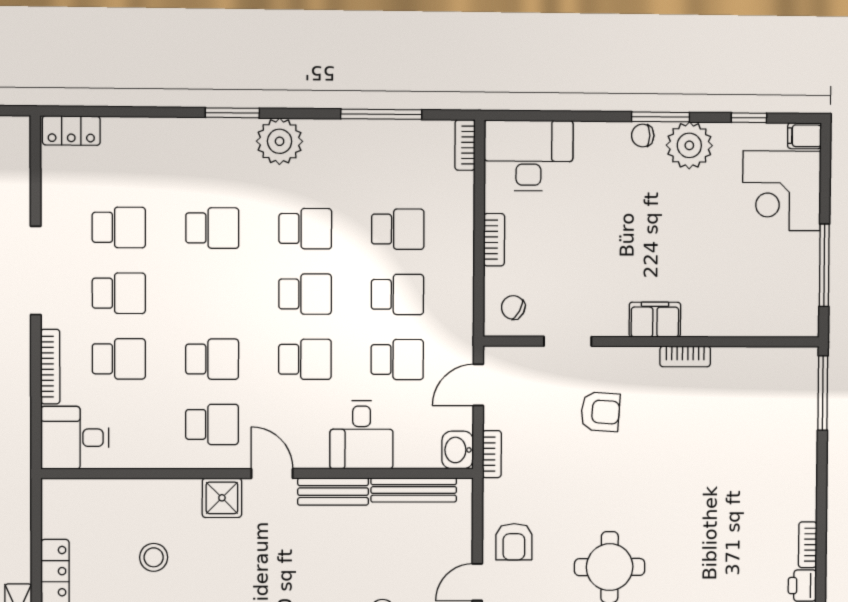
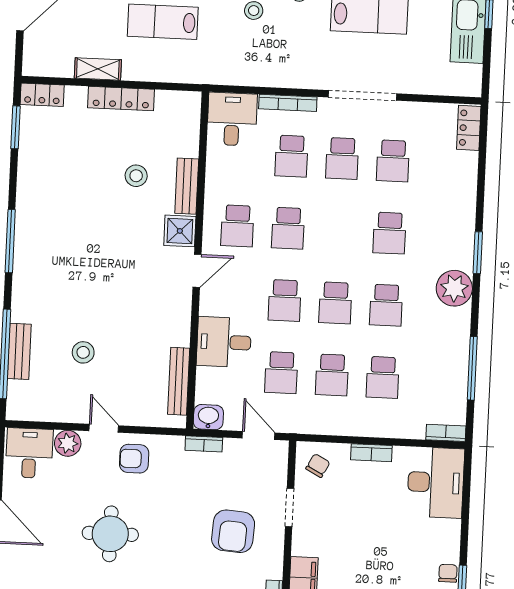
armchair: (600, 412) -> (233, 531), width x1.38, depth x1.38
bench: (333, 492) -> (187, 186), moved

